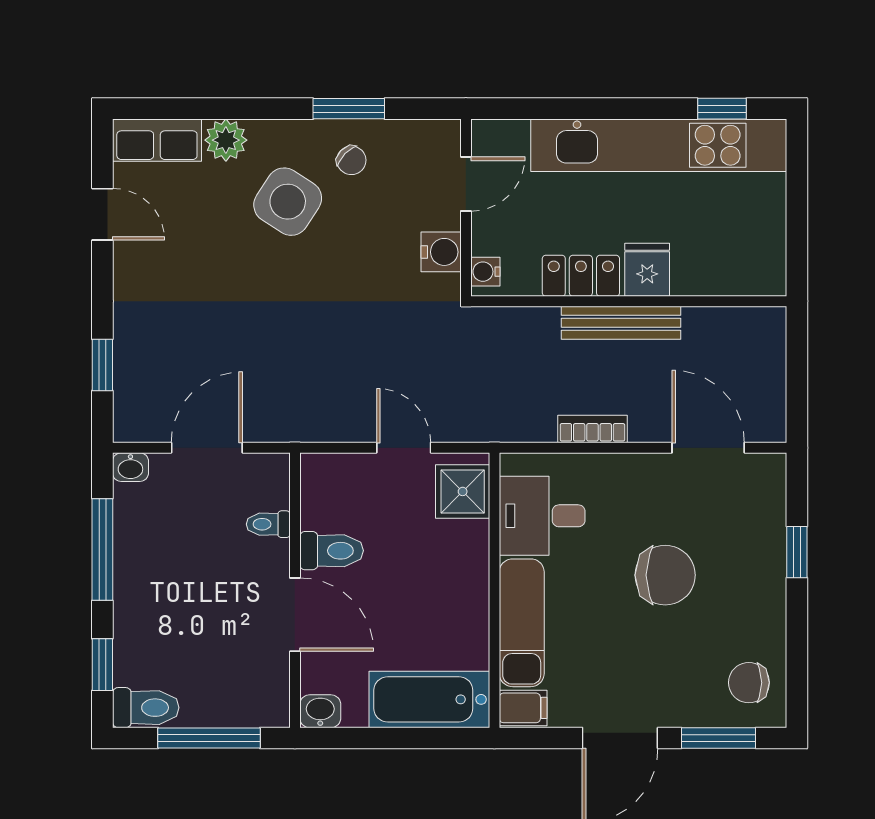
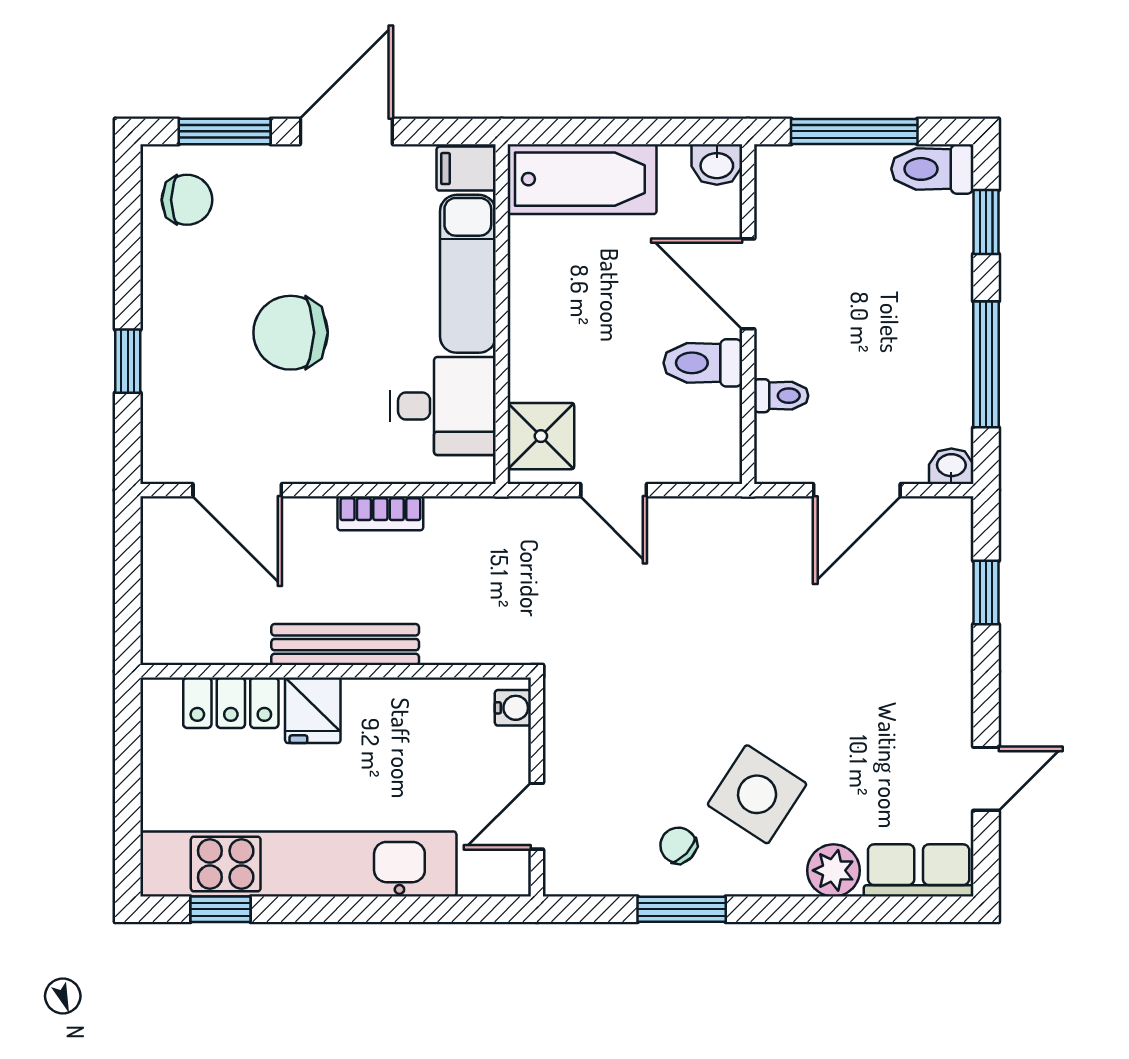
door: (102, 214) -> (986, 779), swing flipped
water cooler: (441, 252) -> (568, 732), removed
locker: (581, 276) -> (231, 703), moved

